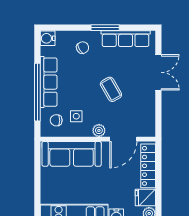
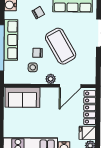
coffee table: (111, 89) -> (61, 46), width x1.86, depth x1.72
chair: (56, 120) -> (38, 53), moved
sofa: (72, 154) -> (22, 97), width x0.73

